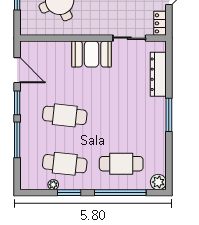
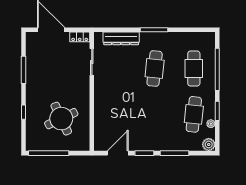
booth: (92, 54) -> (105, 93), removed
cafe table: (65, 115) -> (155, 69), moved
plant: (158, 182) -> (209, 145), moved

